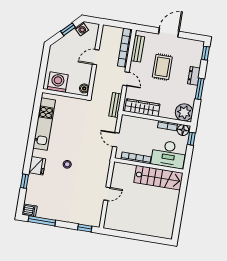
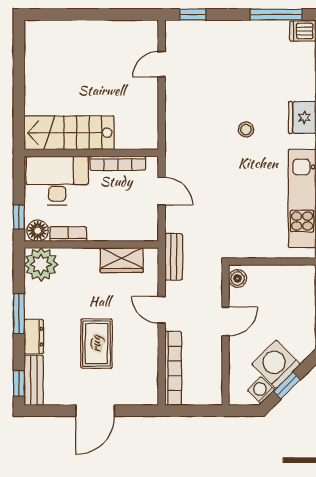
bench: (138, 49) -> (34, 380), moved
door: (96, 57) -> (225, 321), moved
washing machine: (58, 82) -> (276, 364), moved, turned 135
wardrobe: (142, 108) -> (122, 260), width x0.67
door: (107, 194) -> (162, 64), moved

